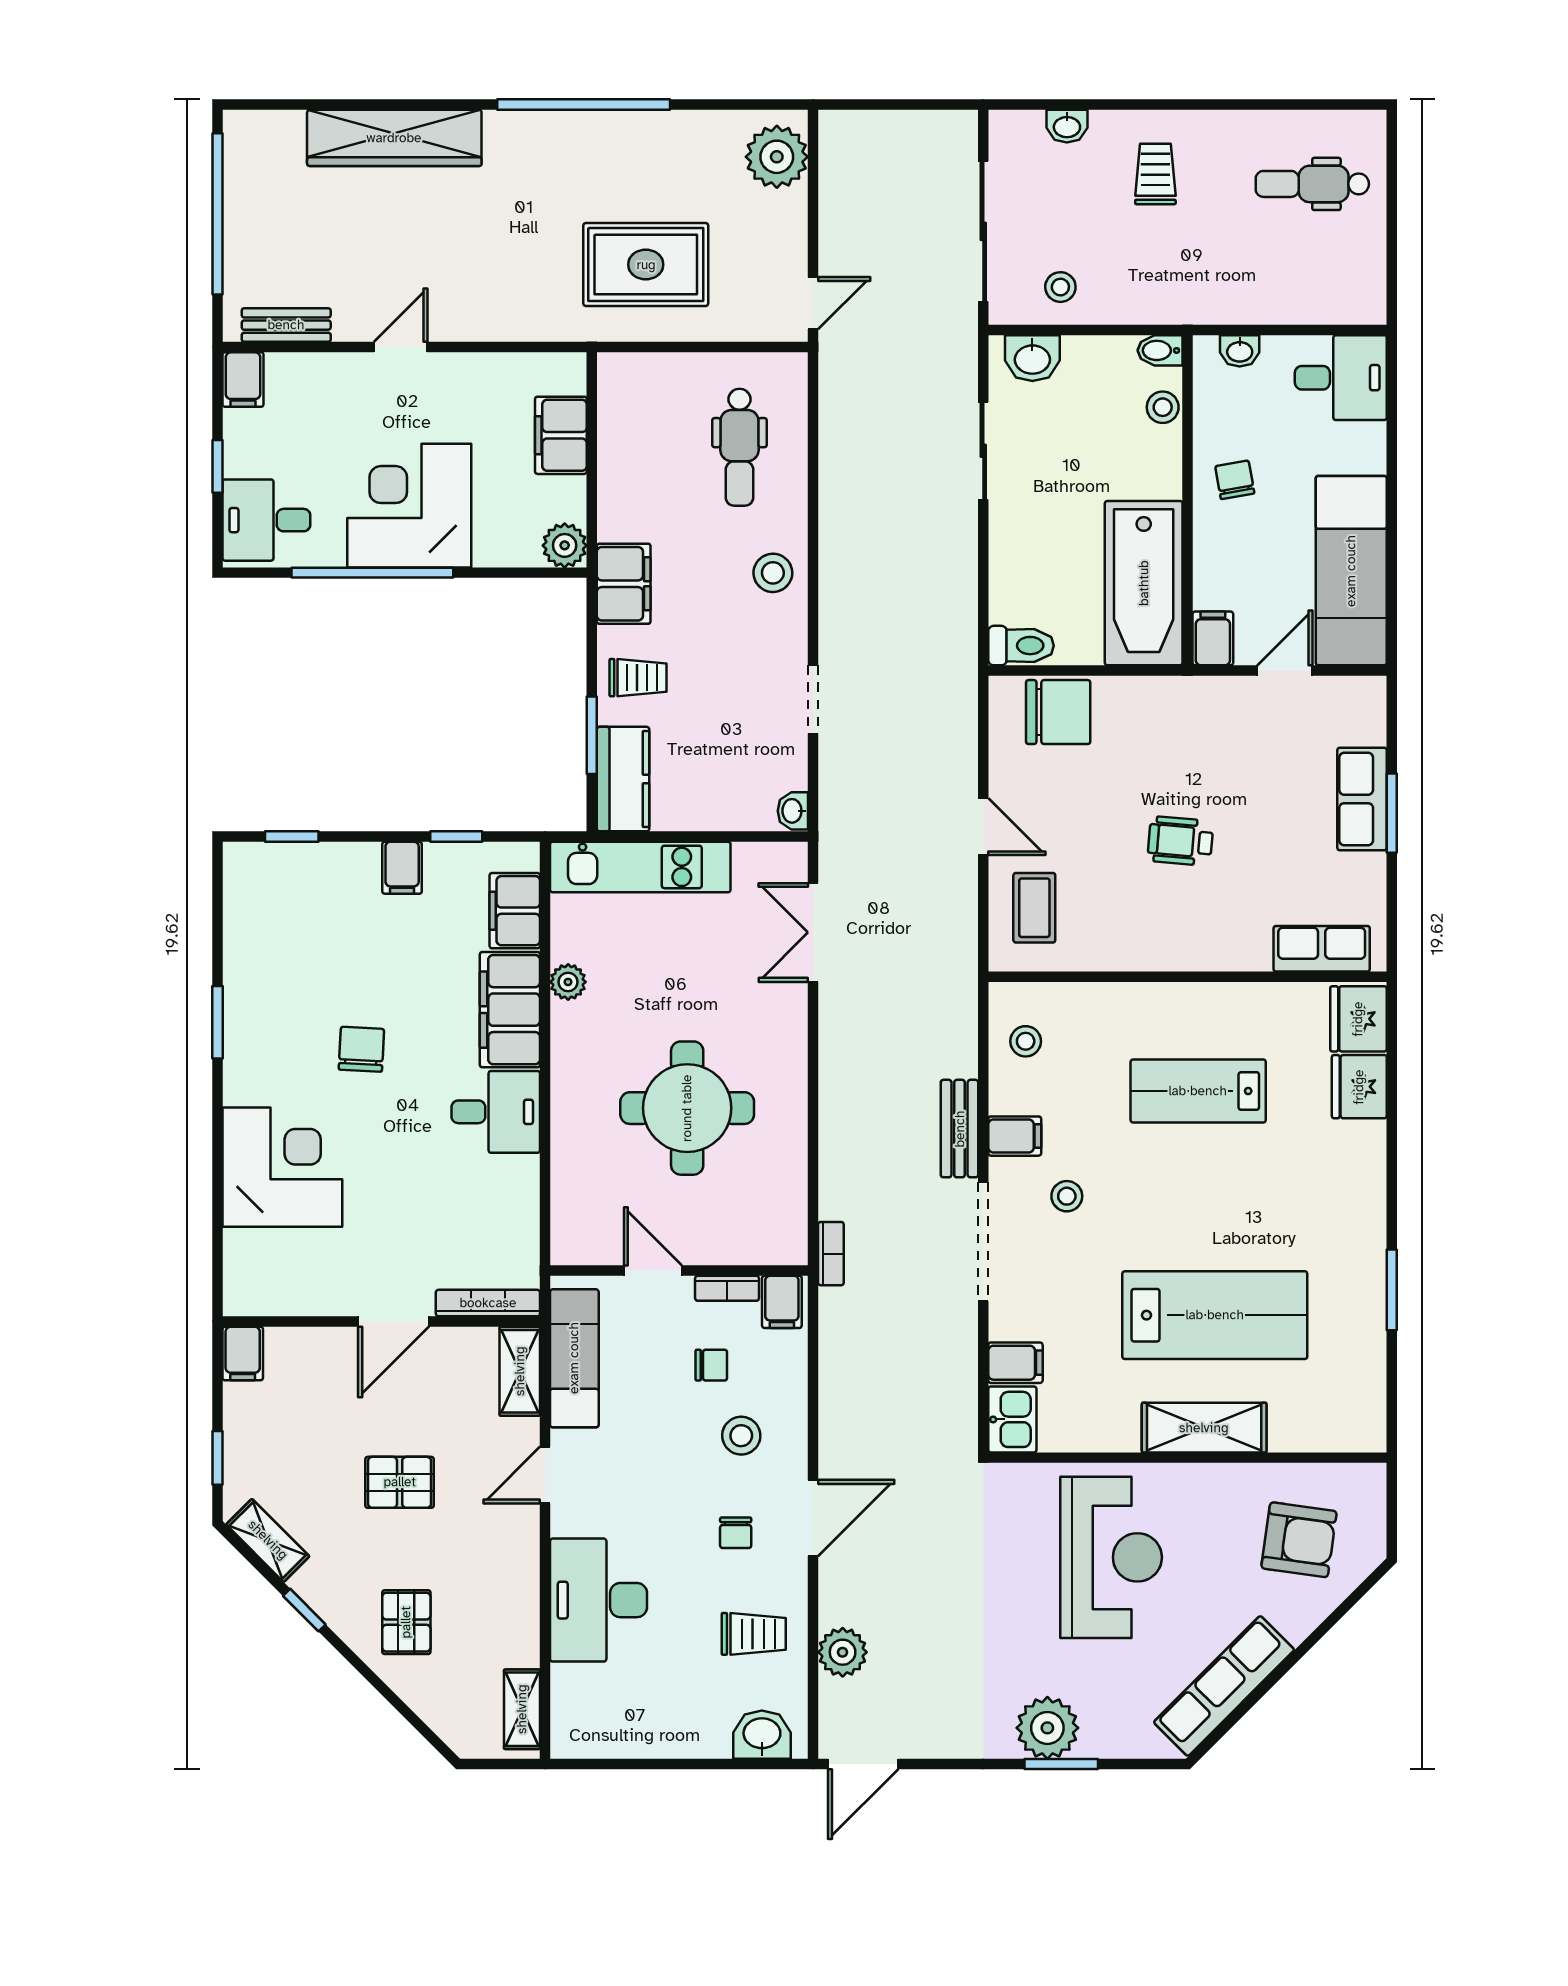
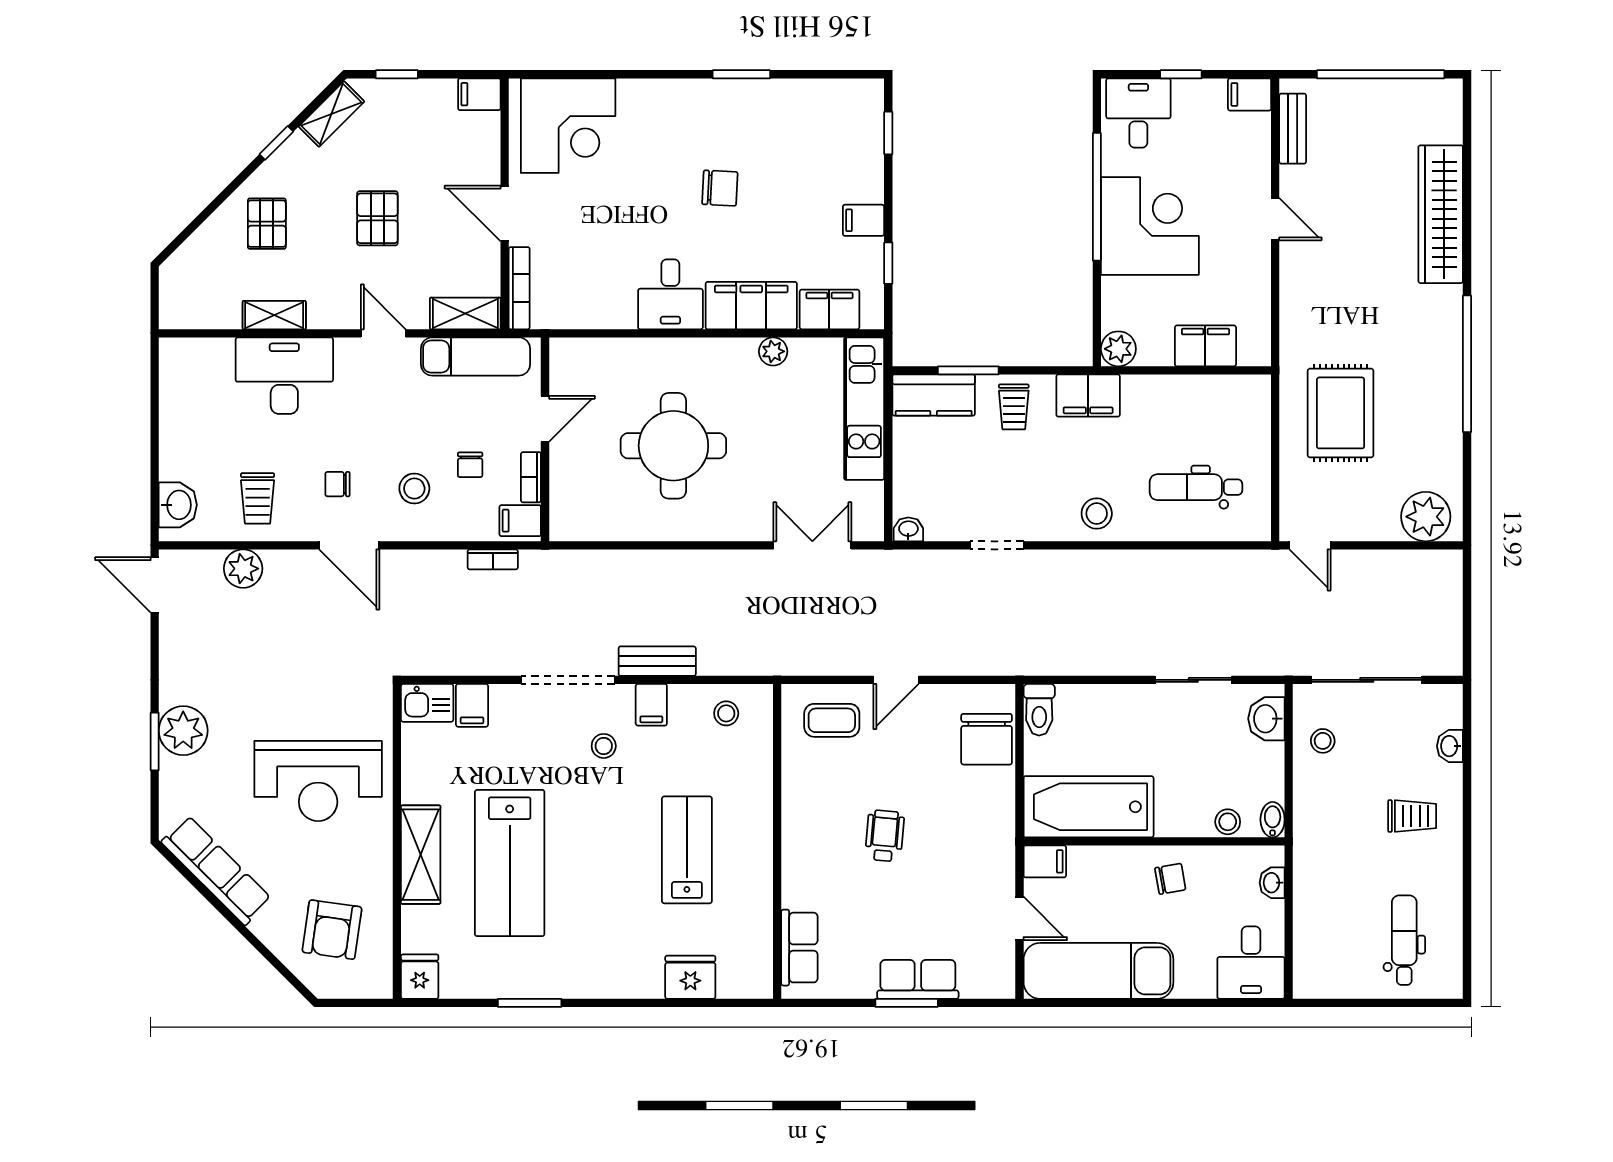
fridge: (1358, 1019) -> (420, 977), moved, width x0.72
corner desk: (282, 1167) -> (568, 126), moved
bookcase: (831, 1254) -> (493, 559), moved
pallet: (406, 1622) -> (267, 224), turned 90
shelving: (522, 1709) -> (274, 315), moved

